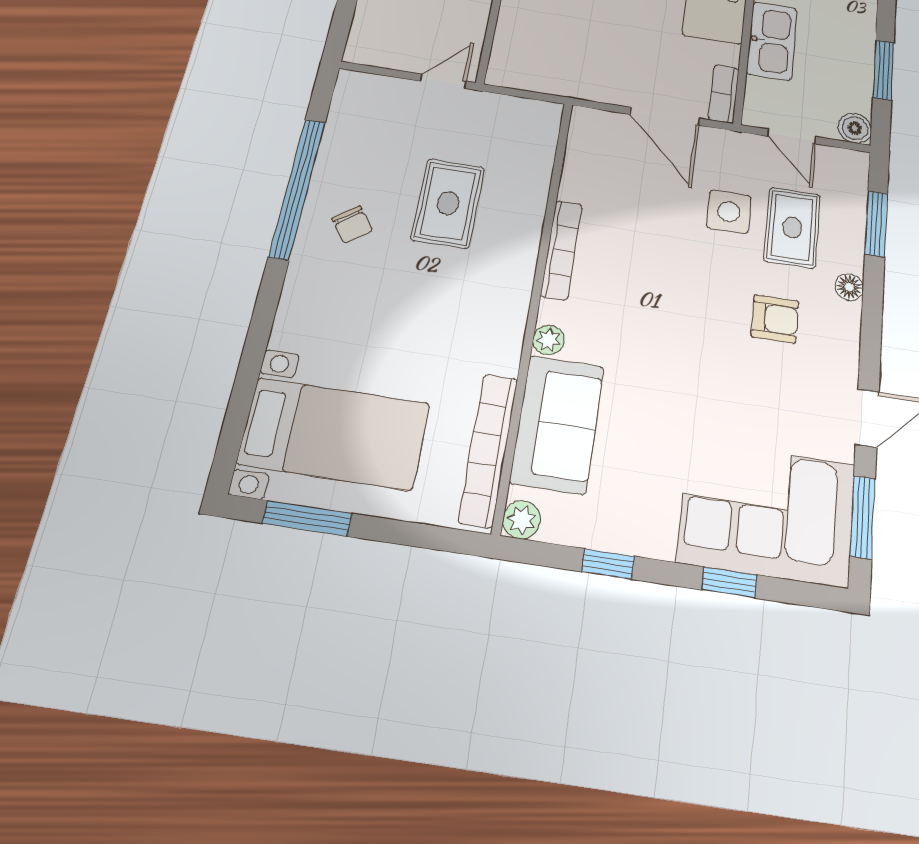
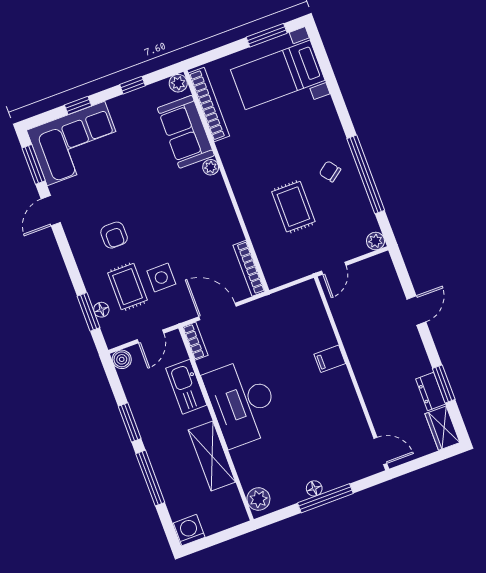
window: (883, 70) -> (130, 422), moved
plant: (352, 85) -> (375, 241), added
door: (792, 137) -> (150, 336), swing flipped
bookcase: (561, 250) -> (249, 268), moved
floor lamp: (849, 287) -> (101, 310), moved
armchair: (775, 319) -> (114, 235), turned -90

